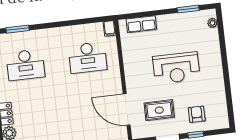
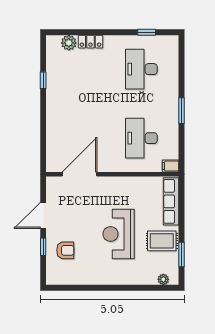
row of seats: (141, 24) -> (171, 201), width x1.48
window: (18, 29) -> (182, 111), moved
rug: (159, 110) -> (162, 241), moved, turned 90

